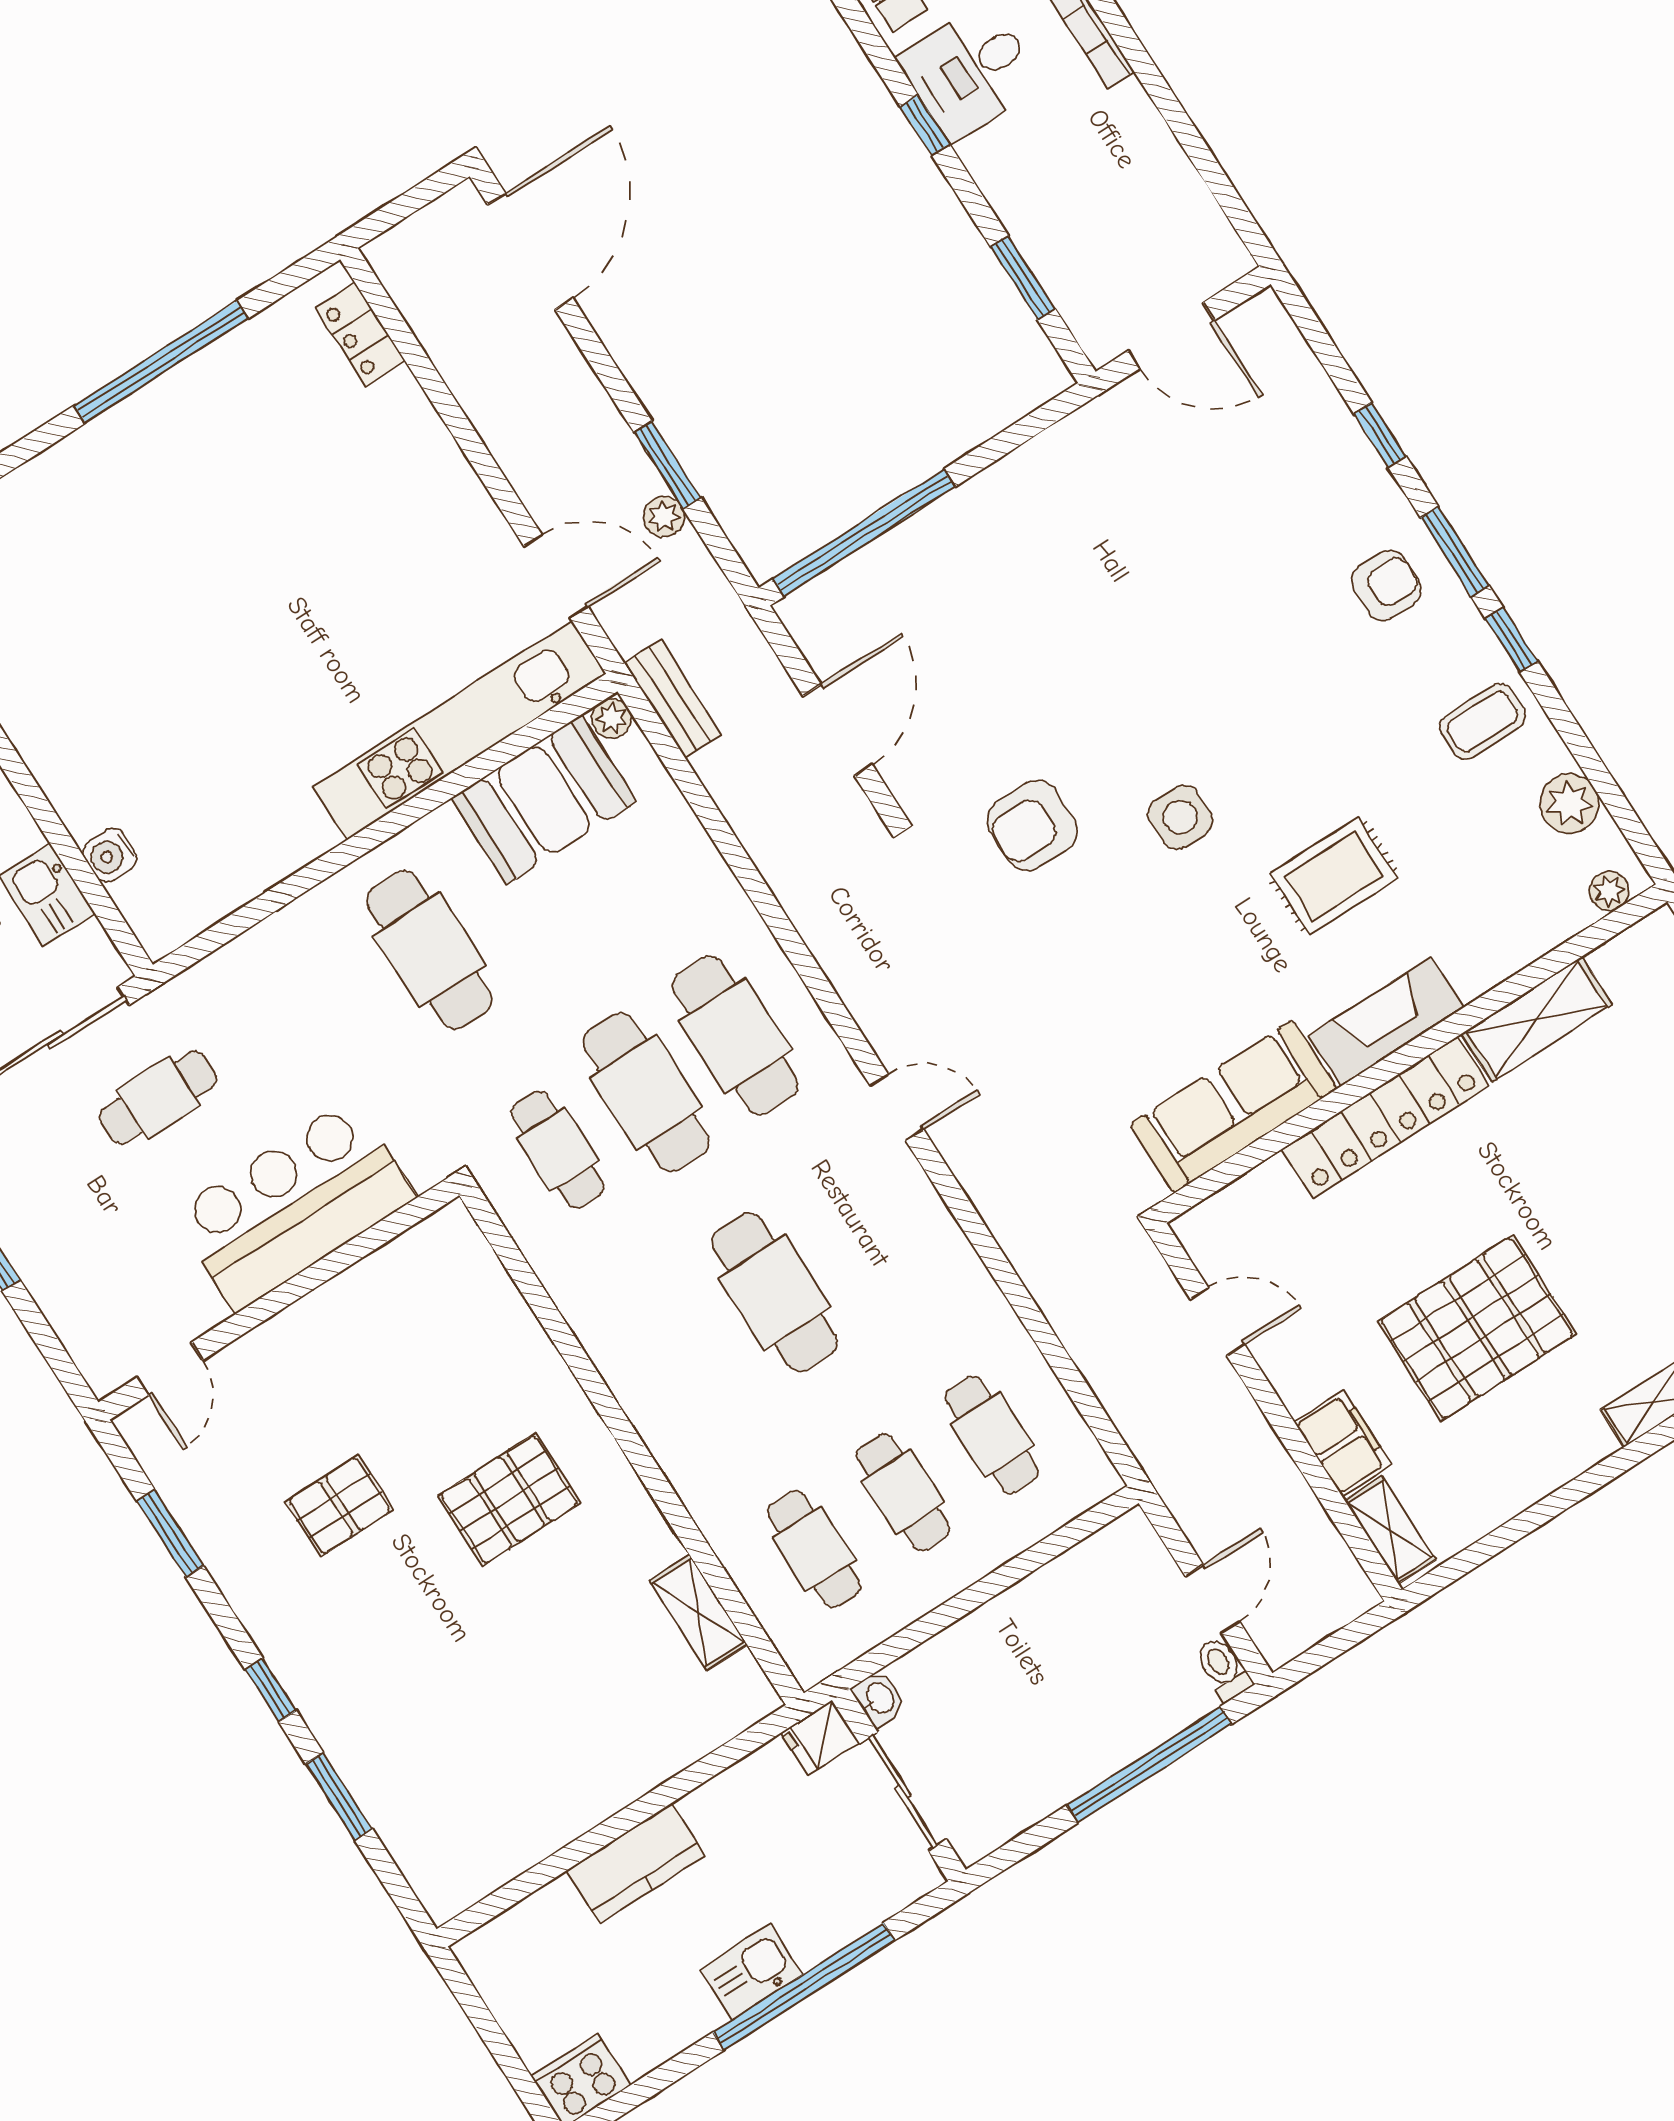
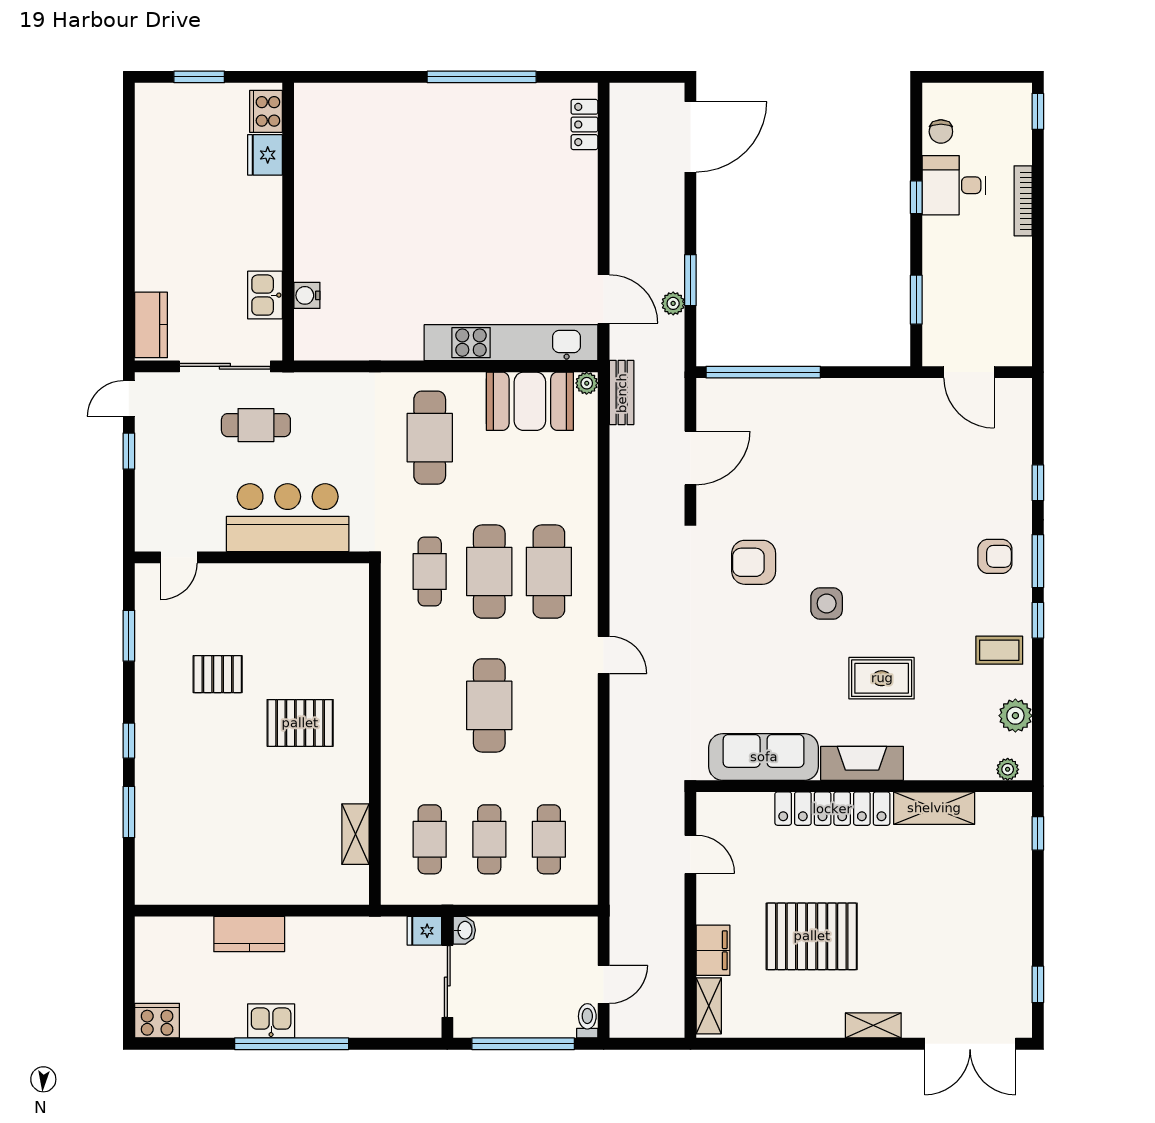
washbasin: (879, 1699) -> (464, 930), moved
fridge: (820, 1738) -> (424, 931), moved
wall: (899, 1785) -> (447, 977), moved
sliding door: (903, 1791) -> (447, 982), moved

